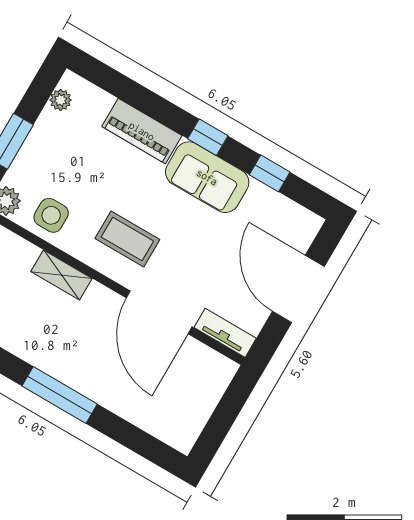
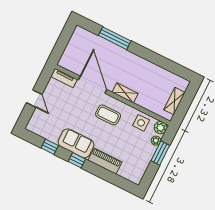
plant: (61, 100) -> (156, 141), moved
shelving: (61, 275) -> (125, 93), moved
door: (298, 289) -> (34, 99), width x0.53
window: (60, 395) -> (115, 38), moved

